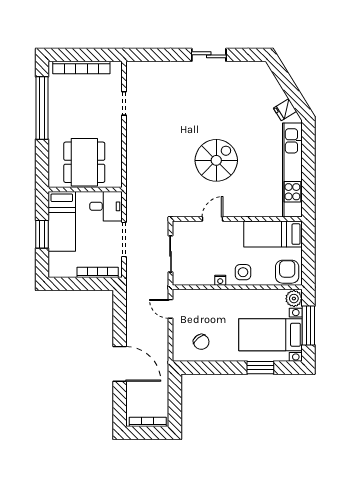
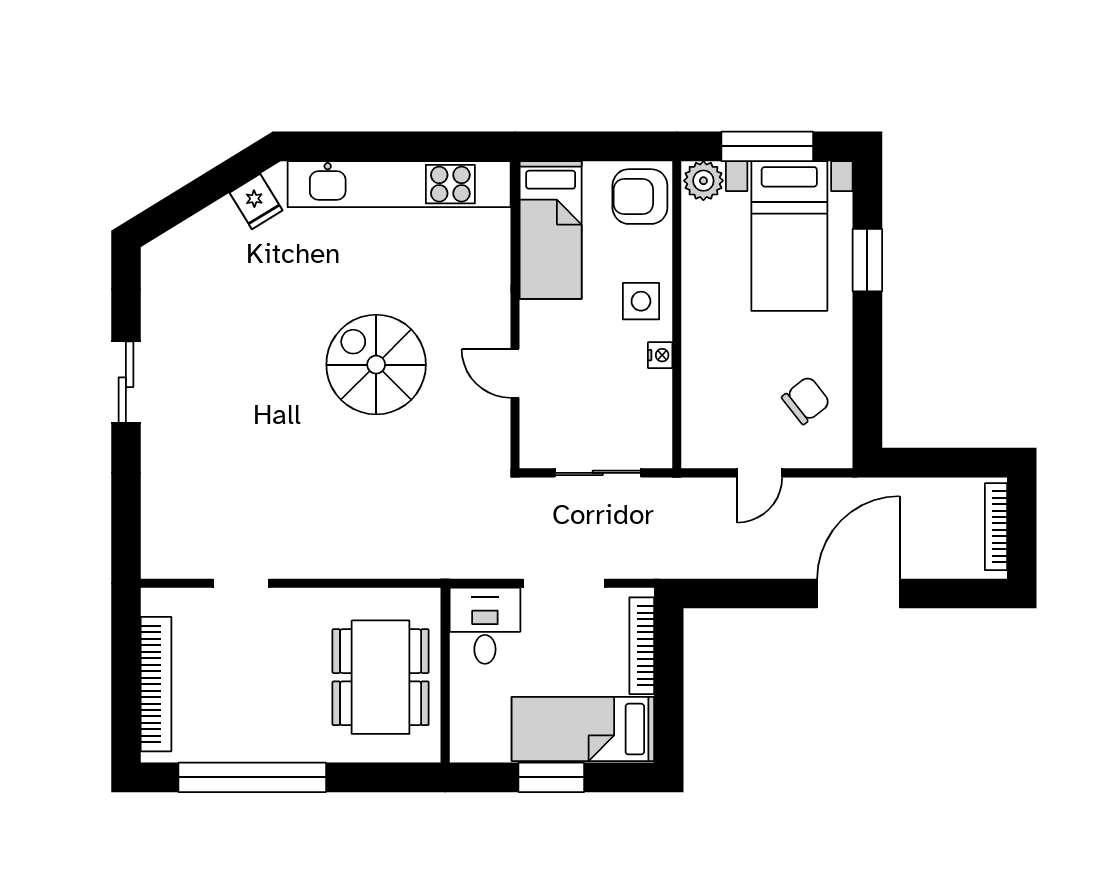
dining table: (84, 162) -> (381, 677), turned 90
bed: (62, 221) -> (583, 729), moved, turned 180
door: (171, 309) -> (760, 473), moved

